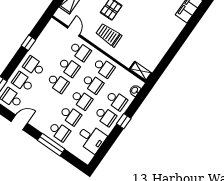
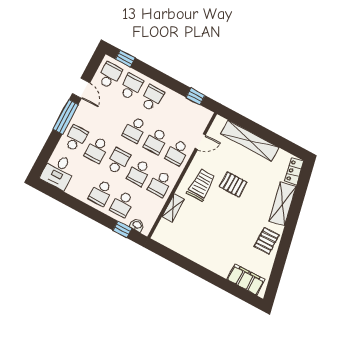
window: (28, 43) -> (195, 96), moved
shelving: (141, 71) -> (173, 208), moved
school desk: (82, 100) -> (118, 161), turned 180
window: (124, 121) -> (122, 229), moved
school desk: (59, 131) -> (76, 138), turned 180
desk: (91, 138) -> (58, 172), moved
window: (51, 145) -> (66, 117), moved

